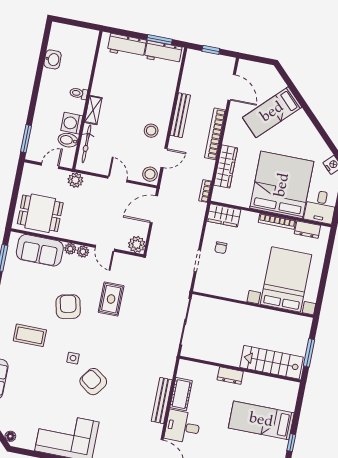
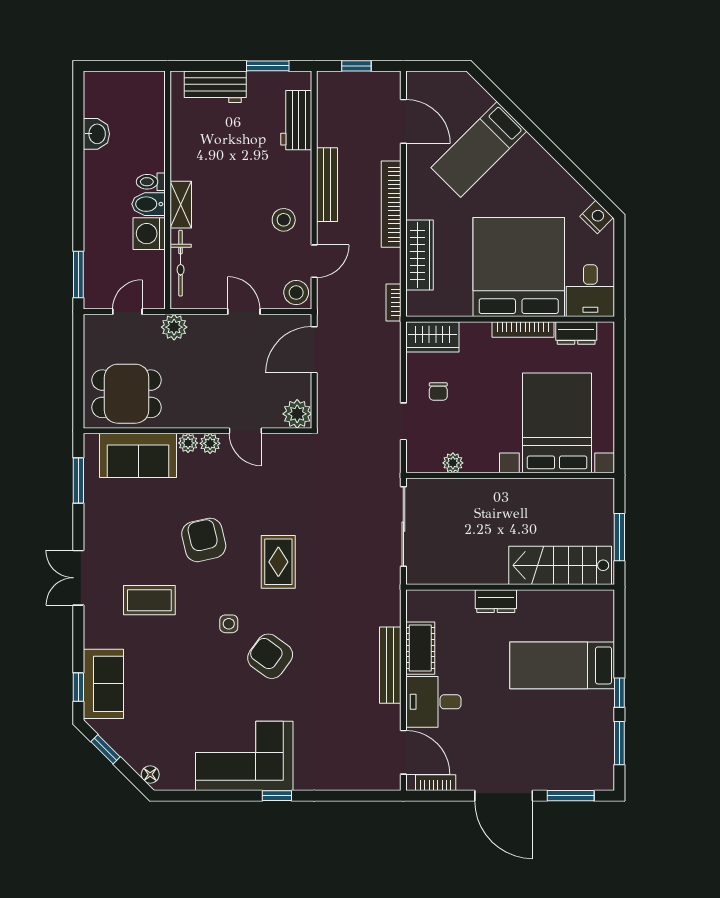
workbench: (163, 53) -> (296, 120), moved, turned 90
bidet: (68, 140) -> (149, 204), moved
plant: (221, 291) -> (453, 463), added
rug: (111, 299) -> (278, 562), moved

